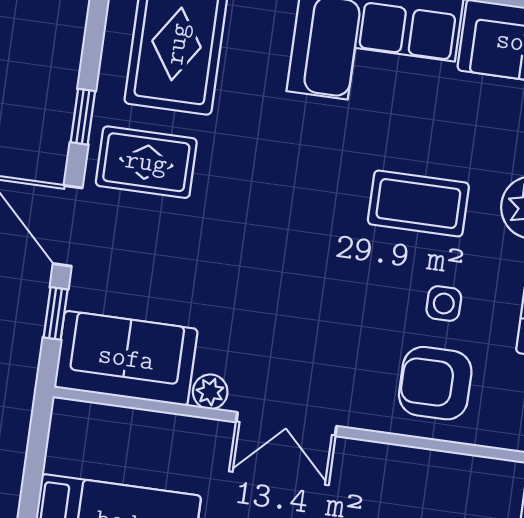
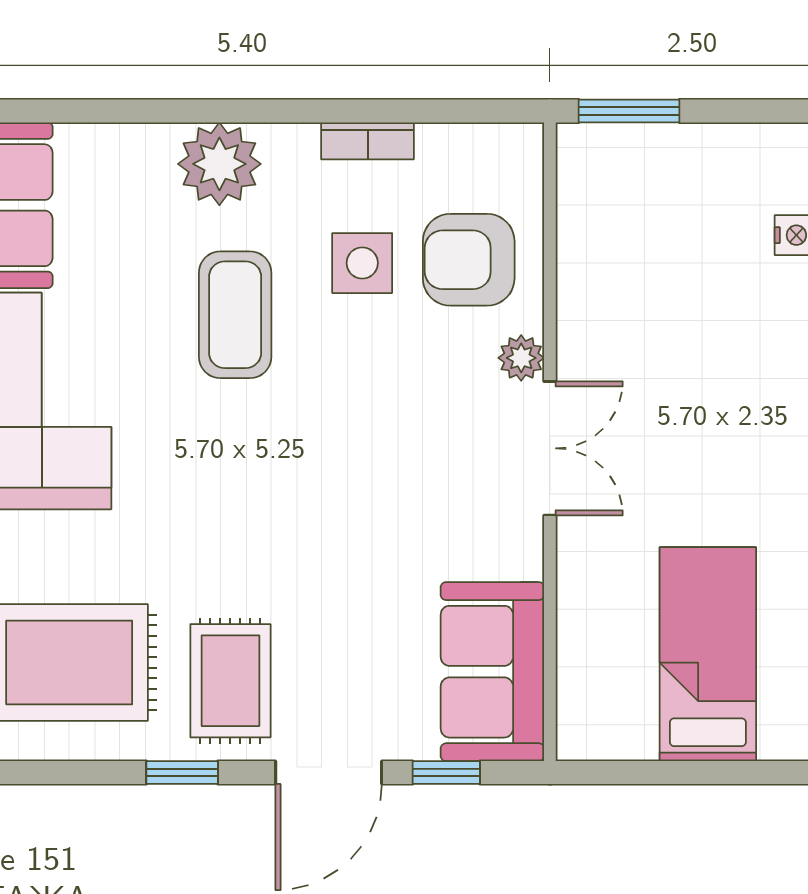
side table: (444, 304) -> (362, 263), width x1.37, depth x1.37
armchair: (435, 383) -> (469, 260), turned 90
plant: (210, 392) -> (521, 358), moved

